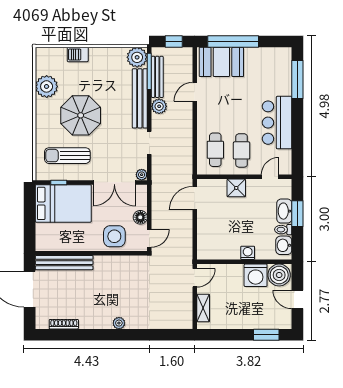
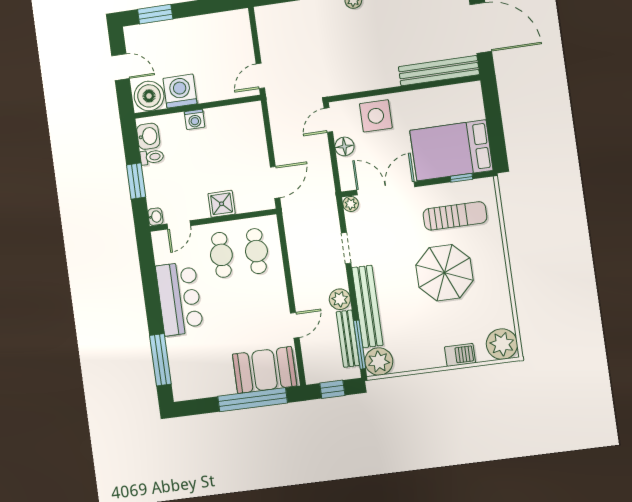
plant: (47, 86) -> (502, 344), moved
washbasin: (284, 211) -> (155, 217), moved, width x0.52, depth x0.69
shelving: (203, 308) -> (244, 37), removed

